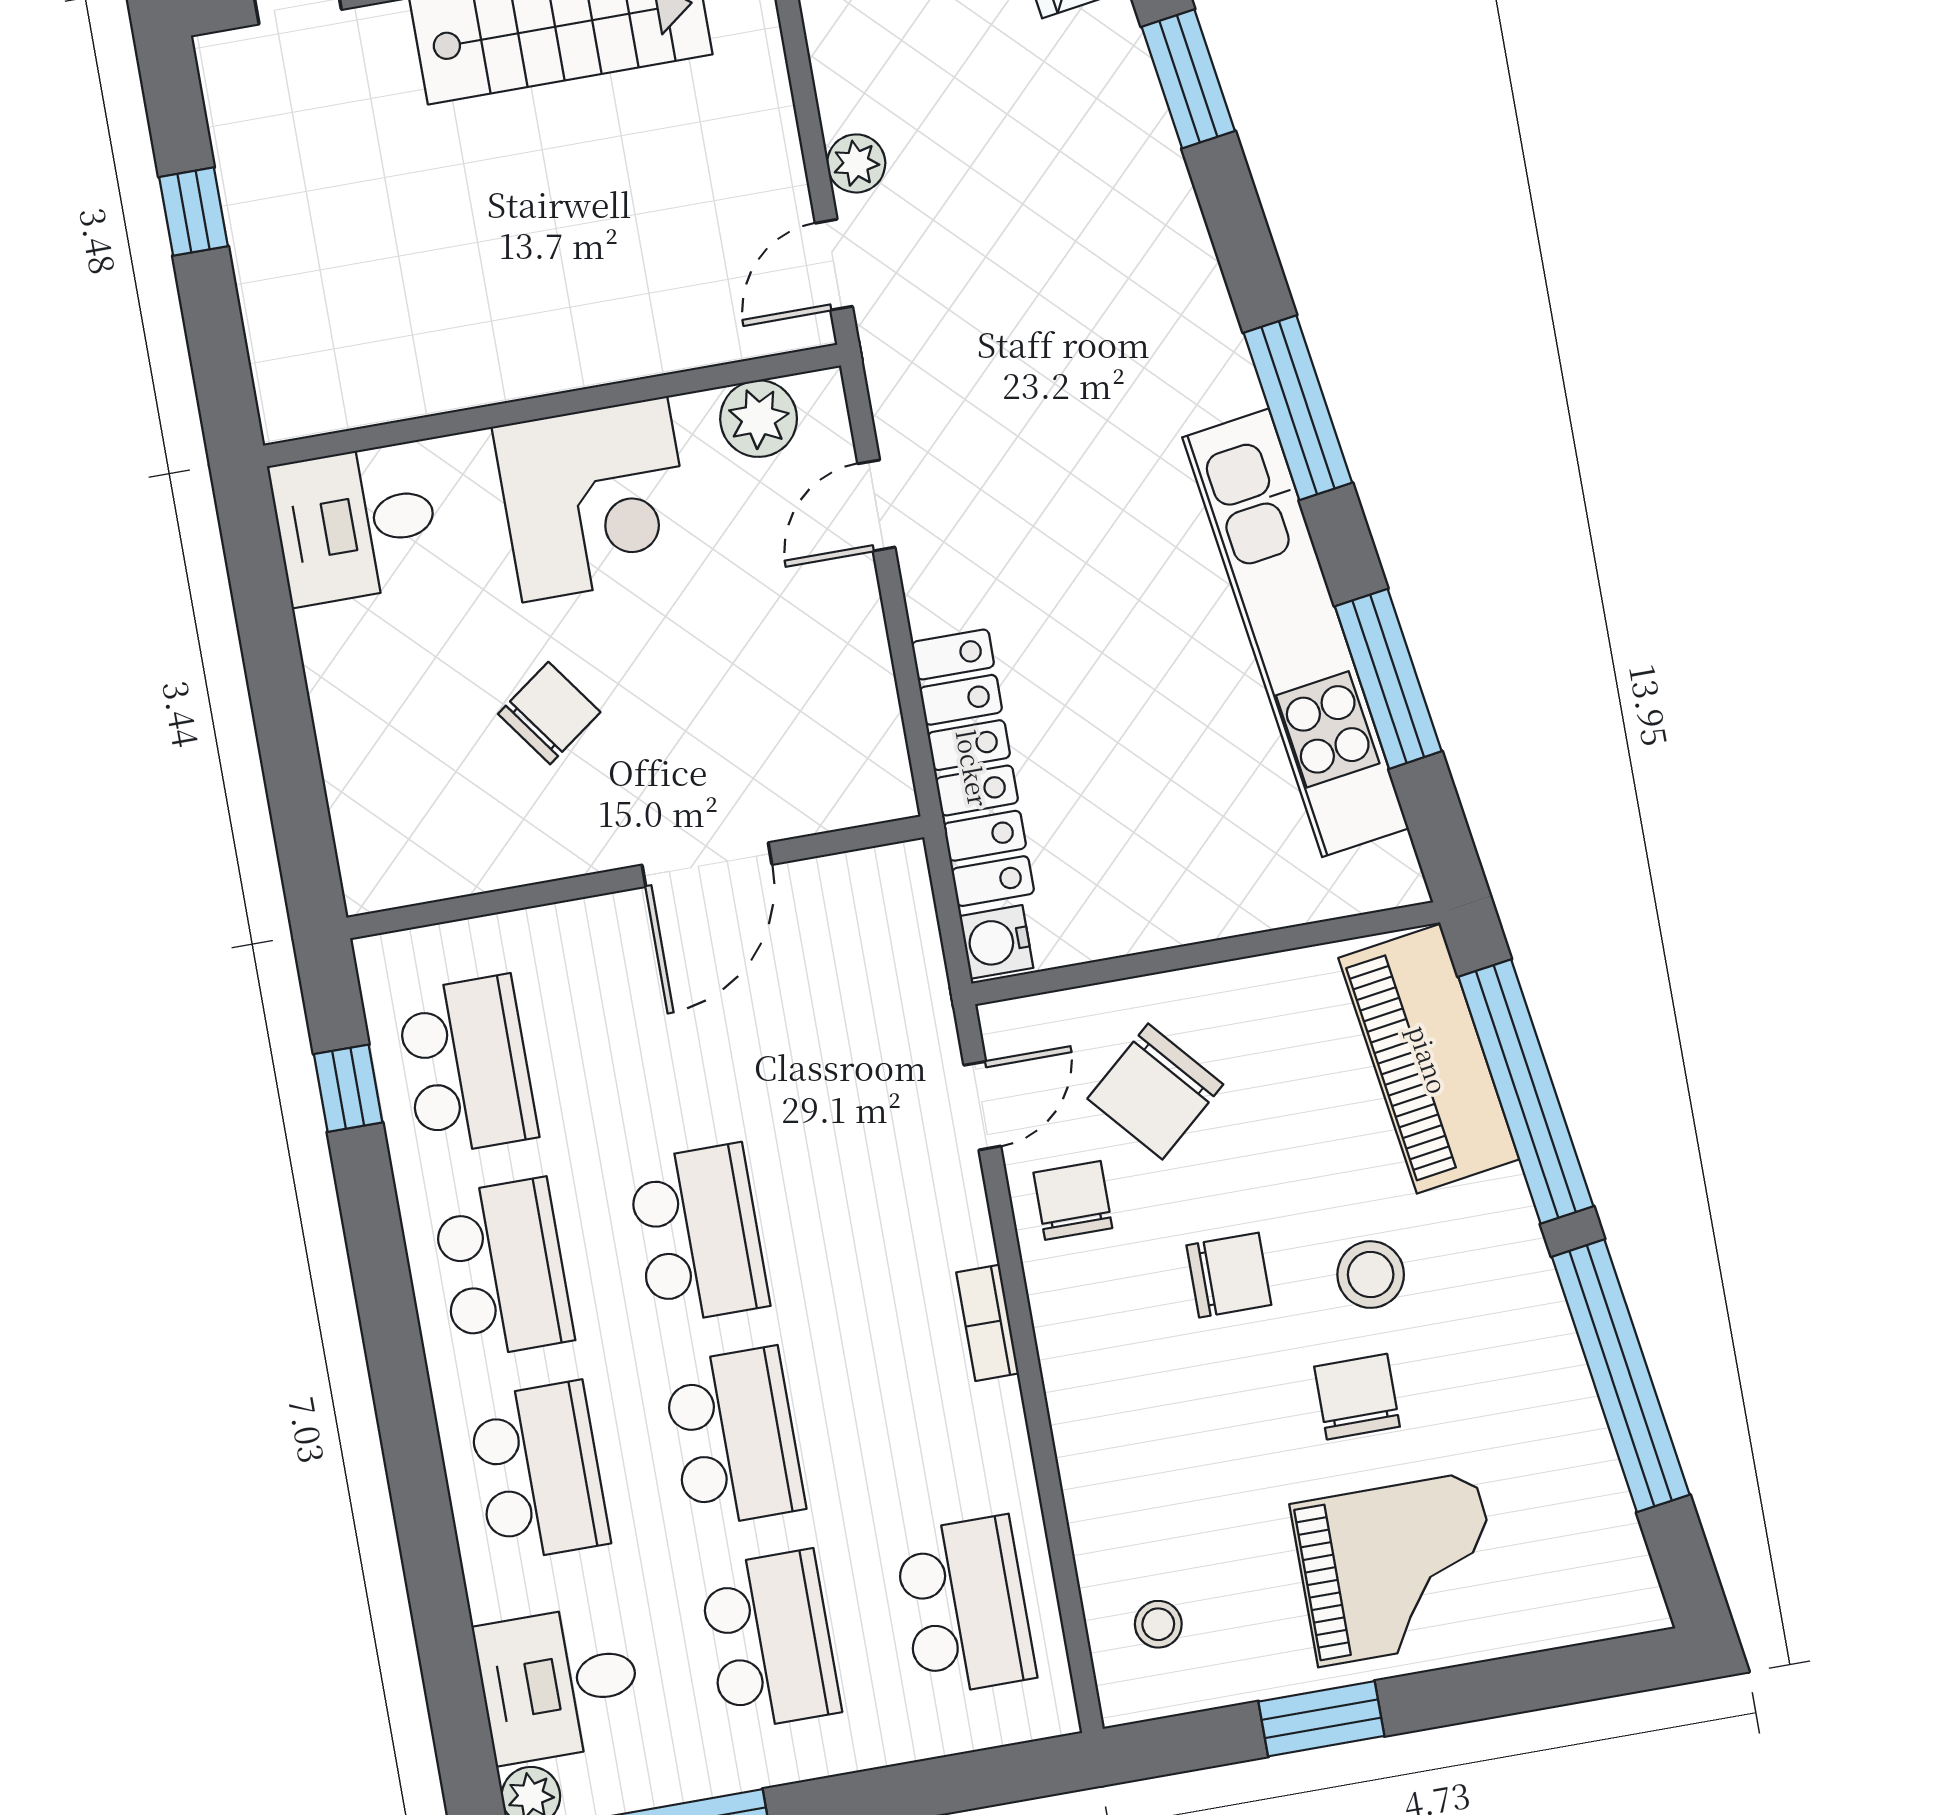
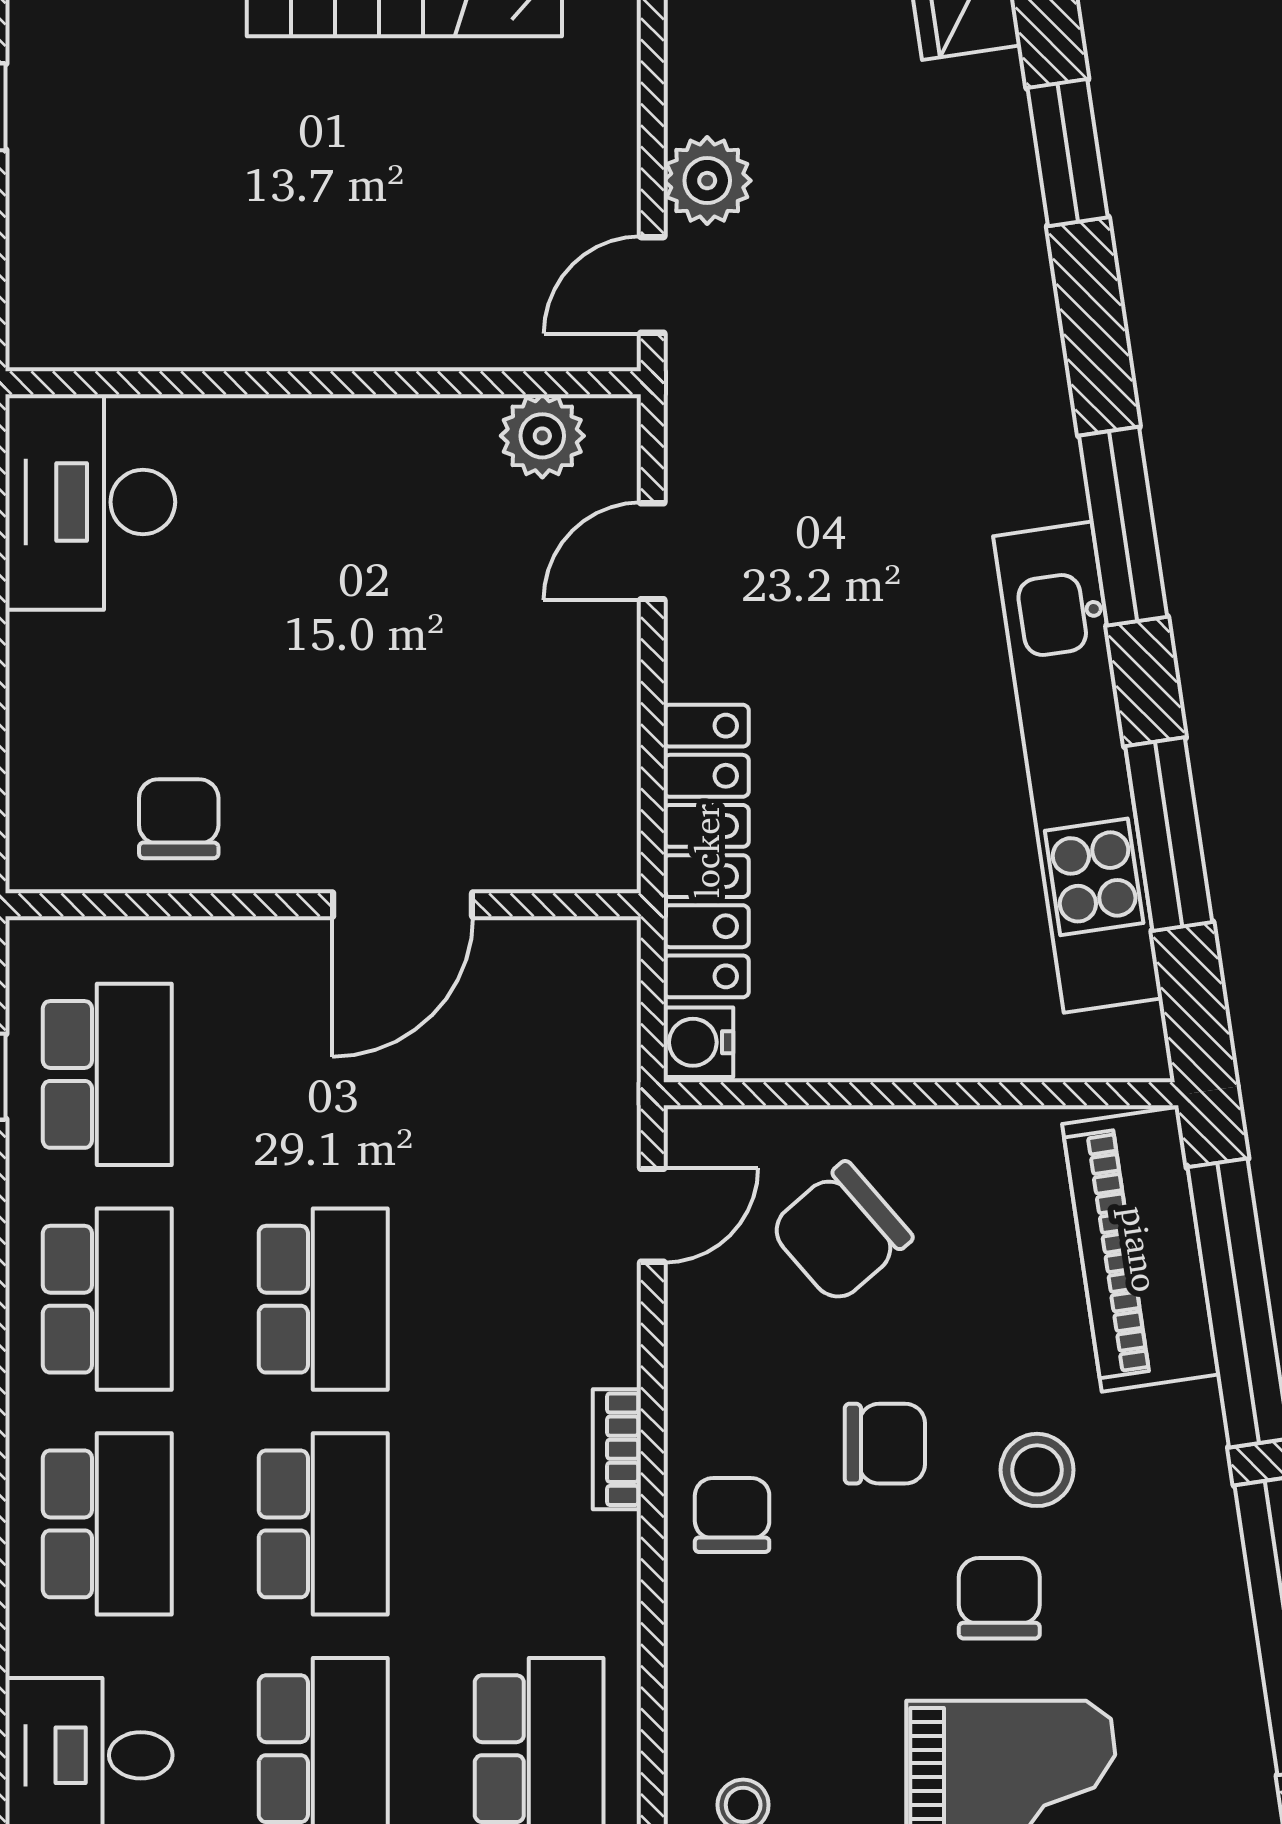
plant: (856, 163) -> (707, 181), width x1.38, depth x1.38
corner desk: (595, 499) -> (351, 491), removed
desk: (356, 524) -> (90, 502), width x1.37
chair: (549, 713) -> (179, 819), moved, turned -54
chair: (1073, 1200) -> (732, 1515), moved

